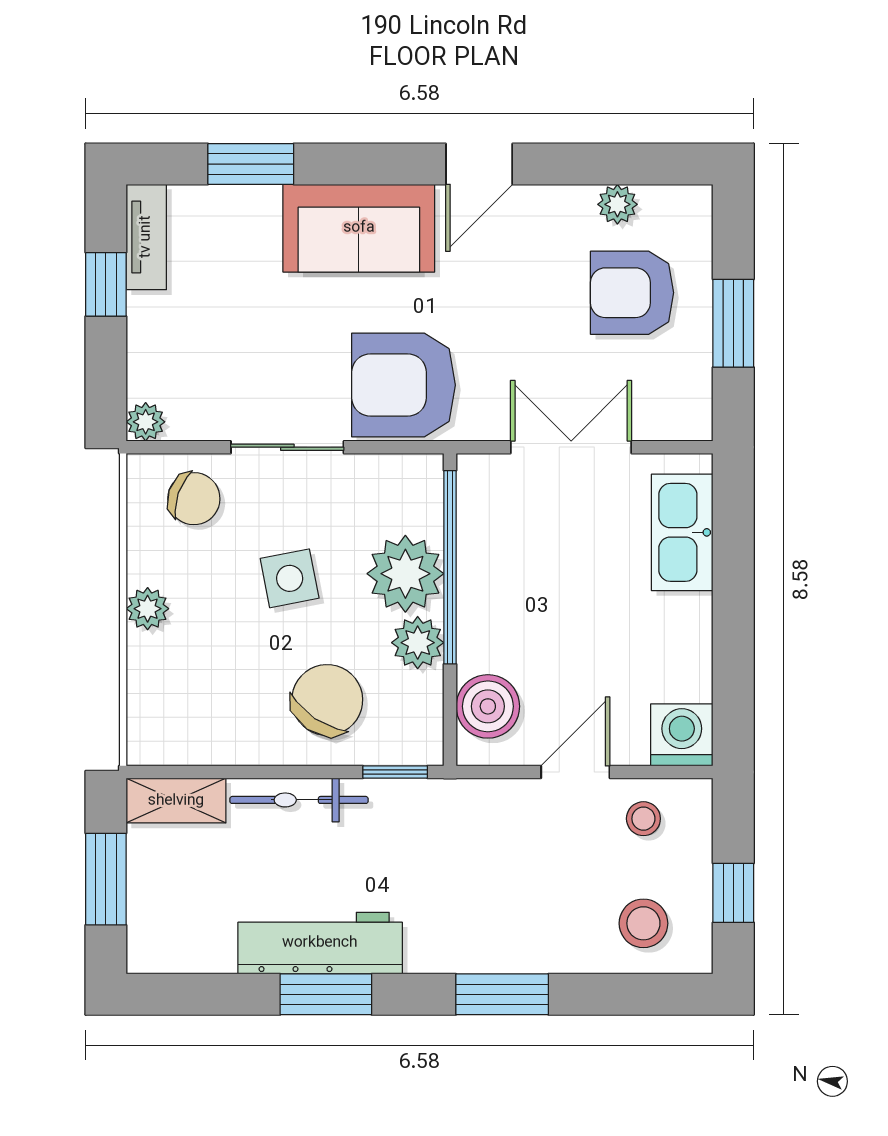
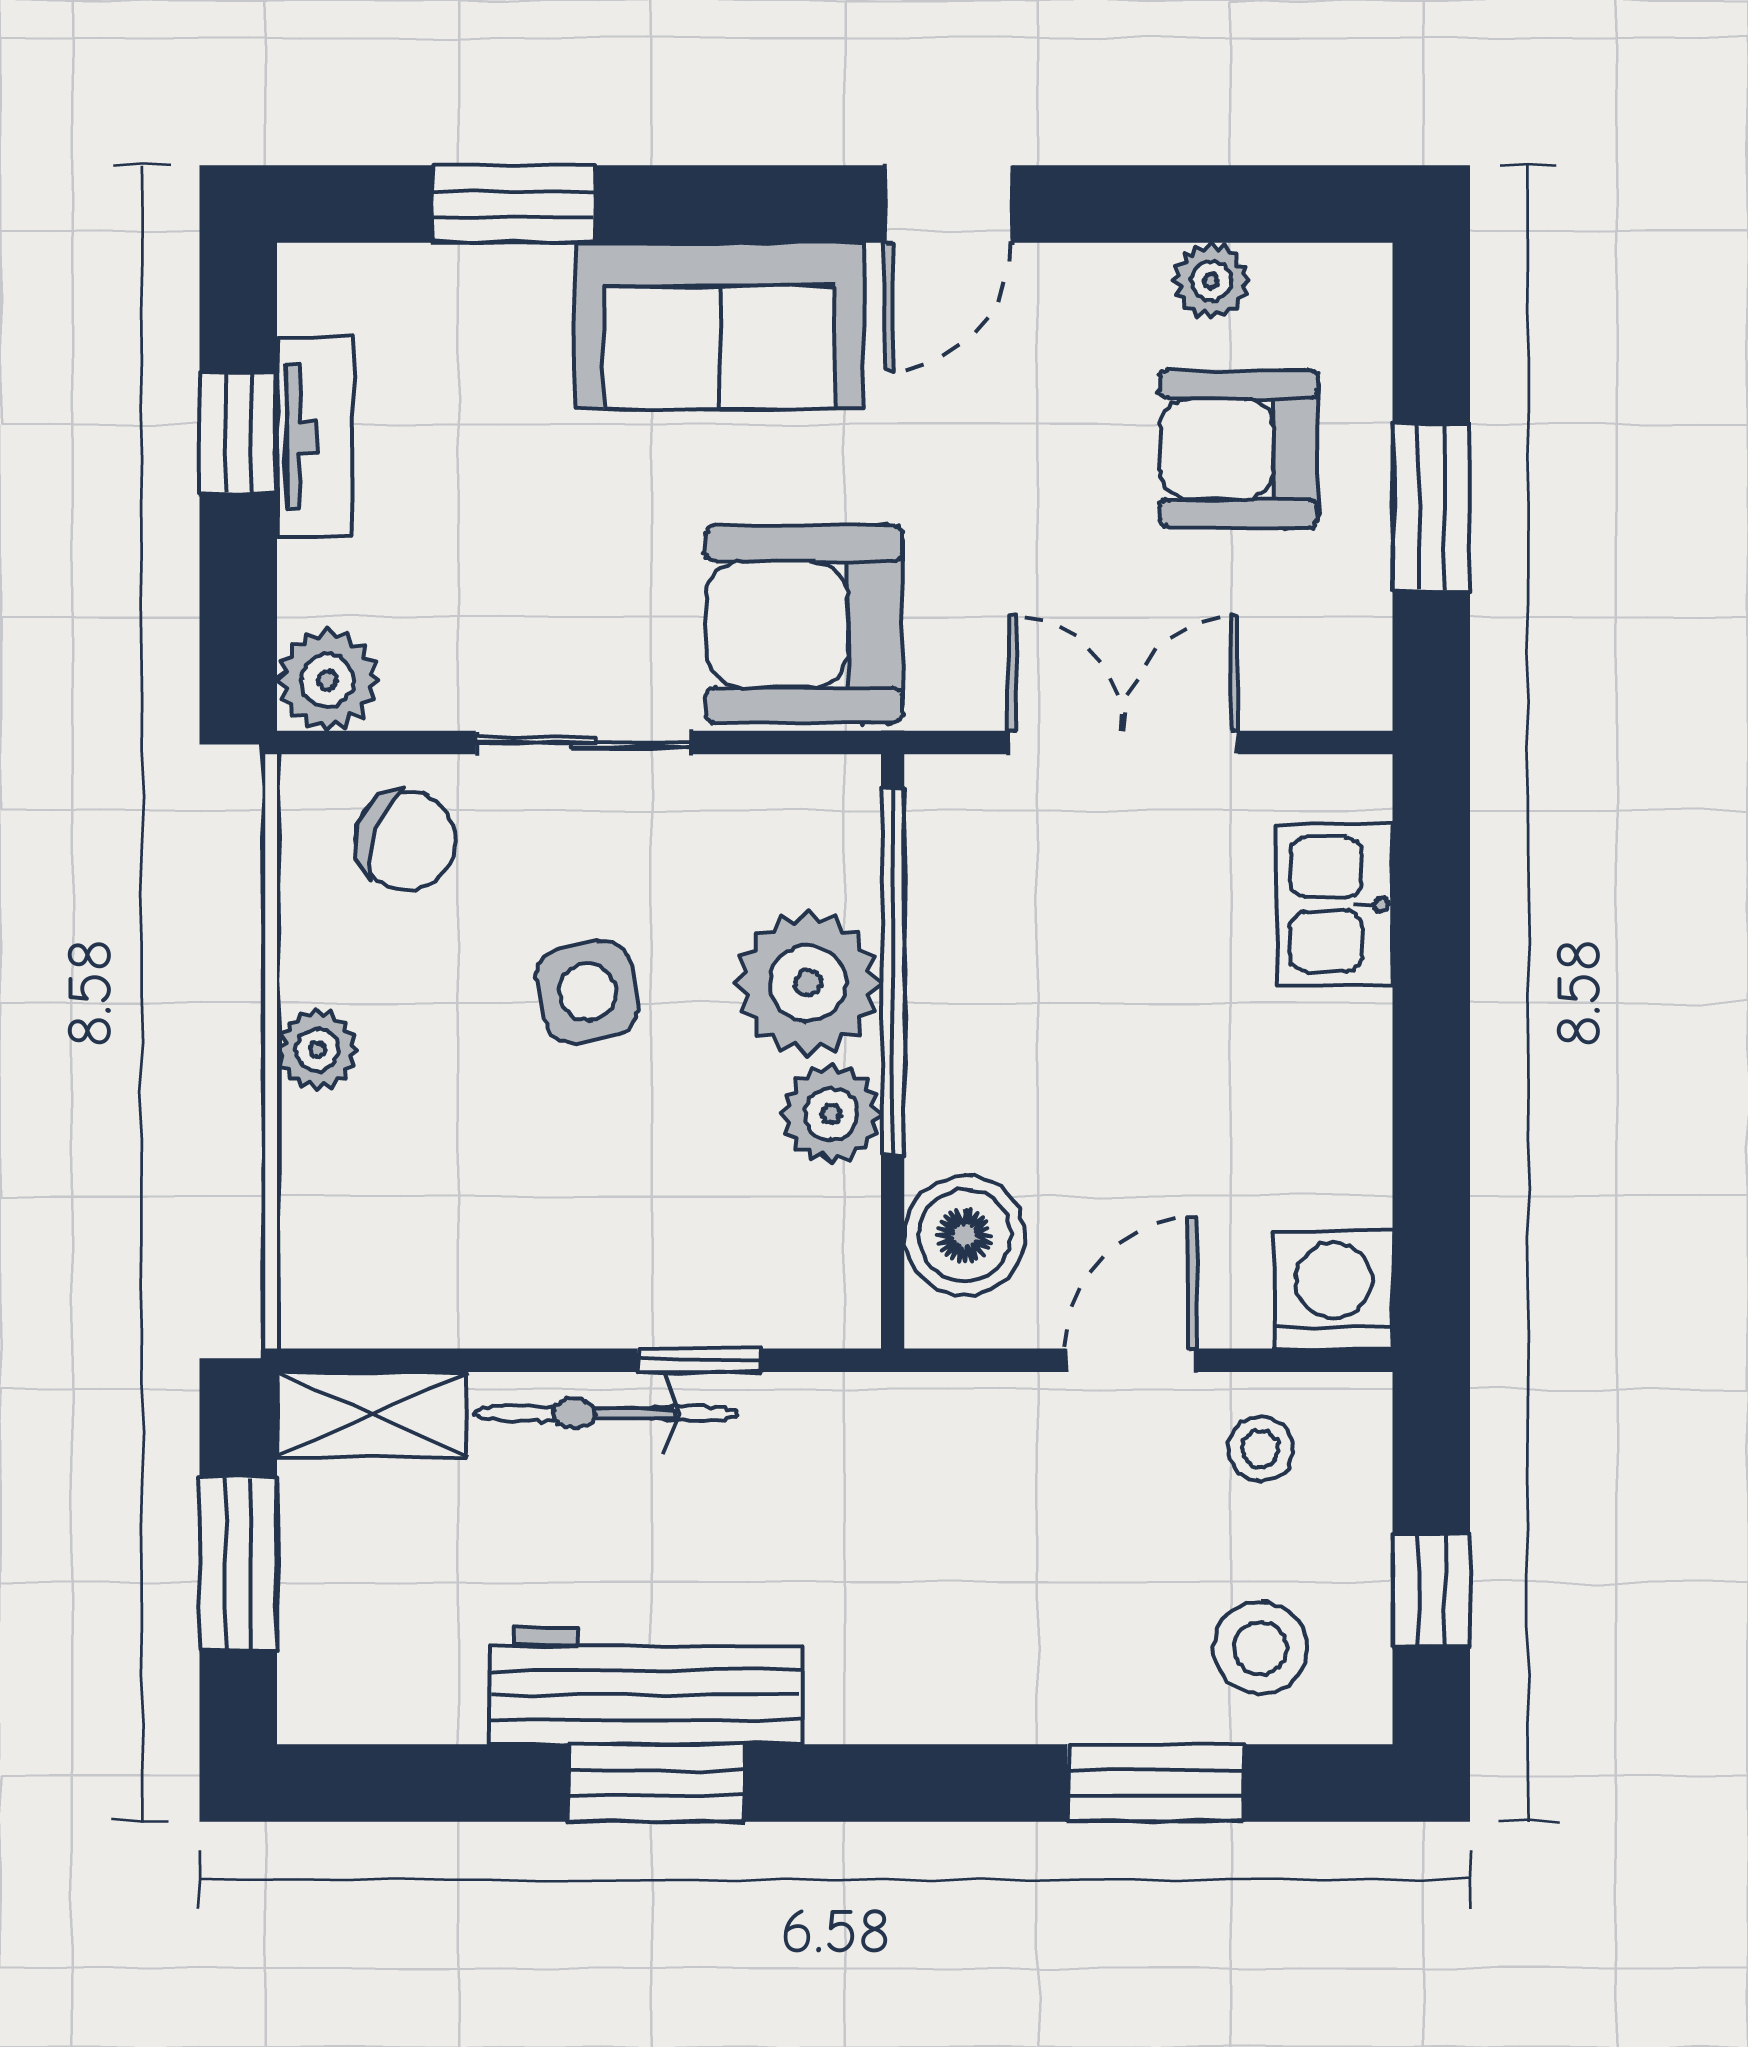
tv unit: (146, 237) -> (315, 437), moved
plant: (146, 422) -> (328, 680), width x1.38, depth x1.38
kitchen sink: (682, 532) -> (1334, 905), width x0.73
chair: (327, 700) -> (659, 1223), removed
window: (395, 772) -> (699, 1360), moved
window: (502, 994) -> (1155, 1783), moved

